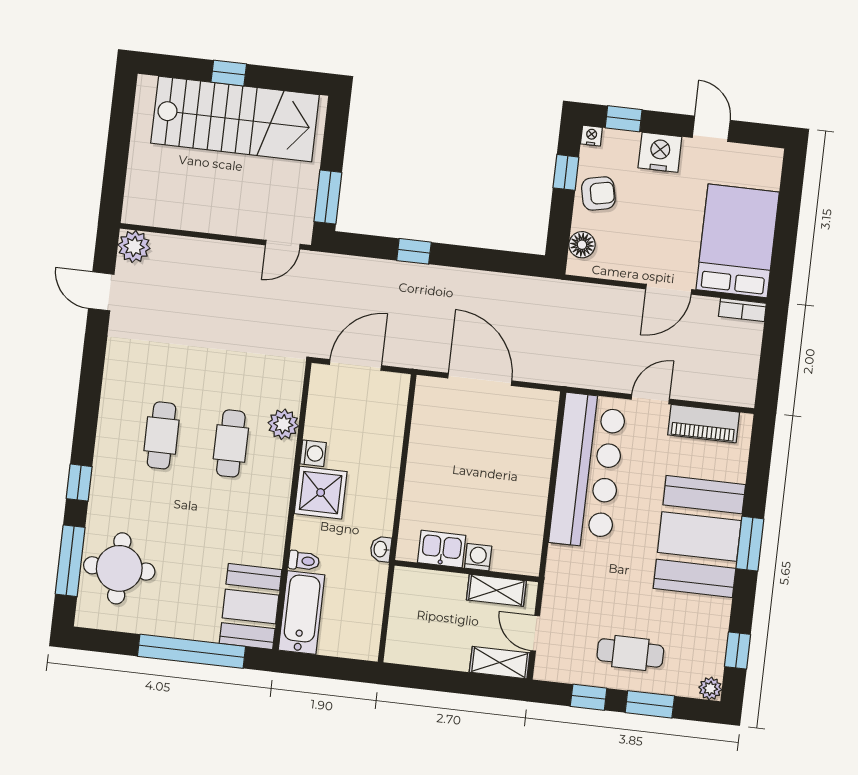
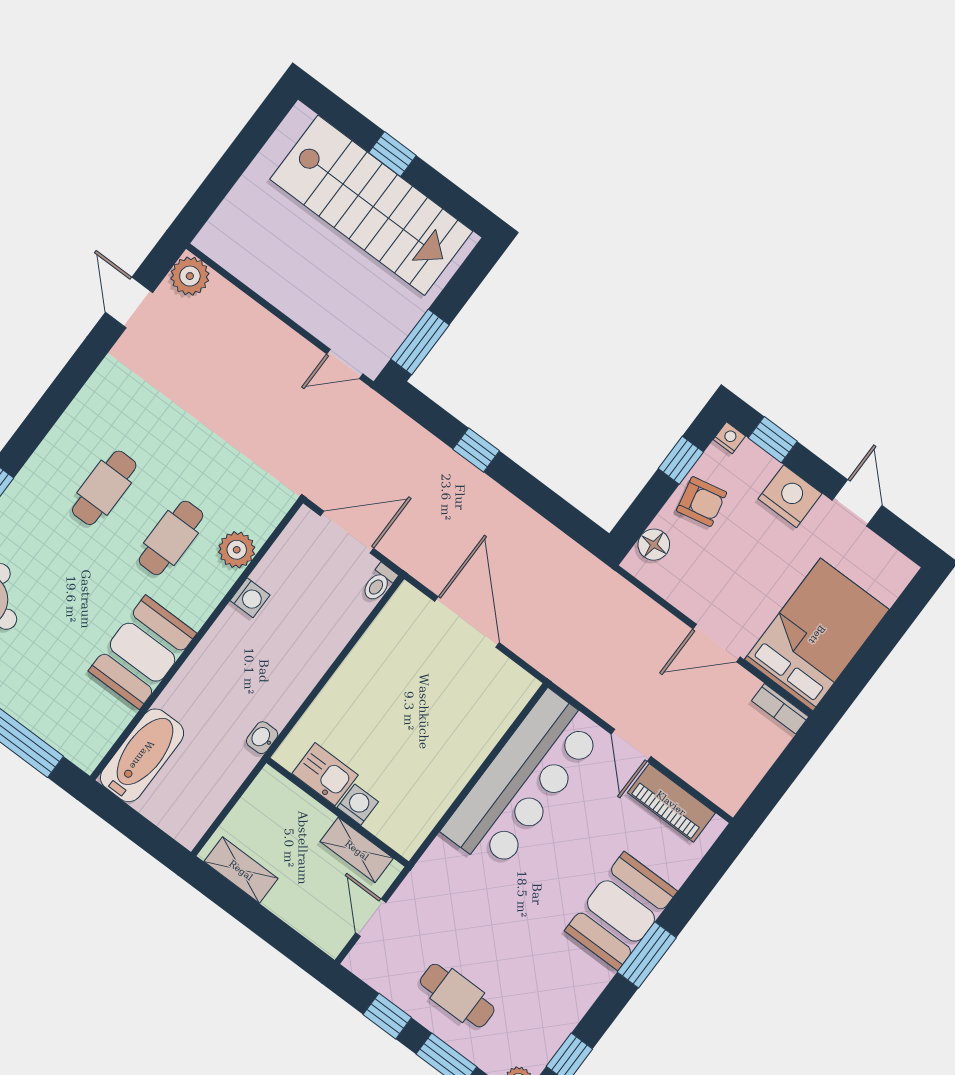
door: (650, 399) -> (631, 745), swing flipped
shower: (321, 493) -> (234, 643), removed
booth: (699, 537) -> (621, 911), width x0.73, depth x0.70
toilet: (304, 561) -> (379, 583), moved, turned 90
booth: (251, 606) -> (143, 652), moved
shelving: (500, 663) -> (241, 870), moved

